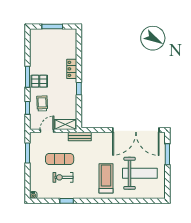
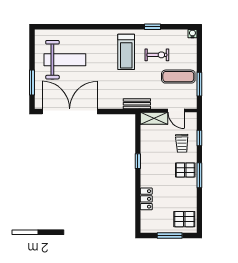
pallet: (40, 40) -> (184, 219), added
locker: (72, 69) -> (146, 199), moved
door: (47, 131) -> (176, 110), hinge flipped
exercise mat: (60, 159) -> (178, 77), moved
weight bench: (140, 173) -> (65, 60), turned 180
treadmill: (106, 178) -> (126, 52), moved

